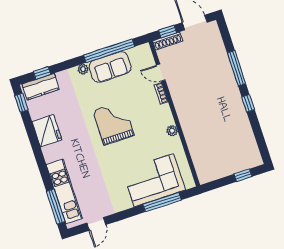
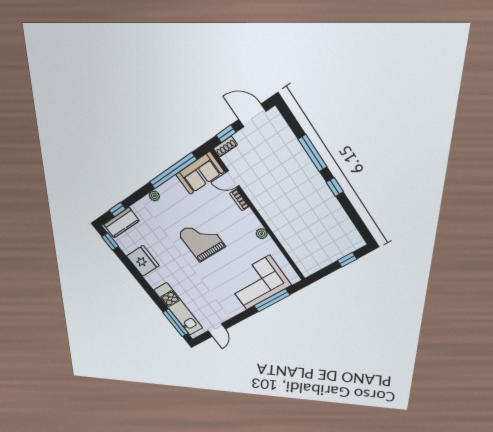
shoe rack: (168, 41) -> (225, 147), width x0.70
sofa: (110, 67) -> (200, 173), moved

